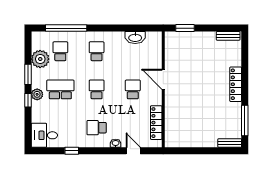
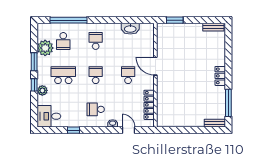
school desk: (60, 51) -> (63, 41), turned 180
locker: (236, 84) -> (220, 76), width x0.66
plant: (37, 94) -> (42, 90), moved

